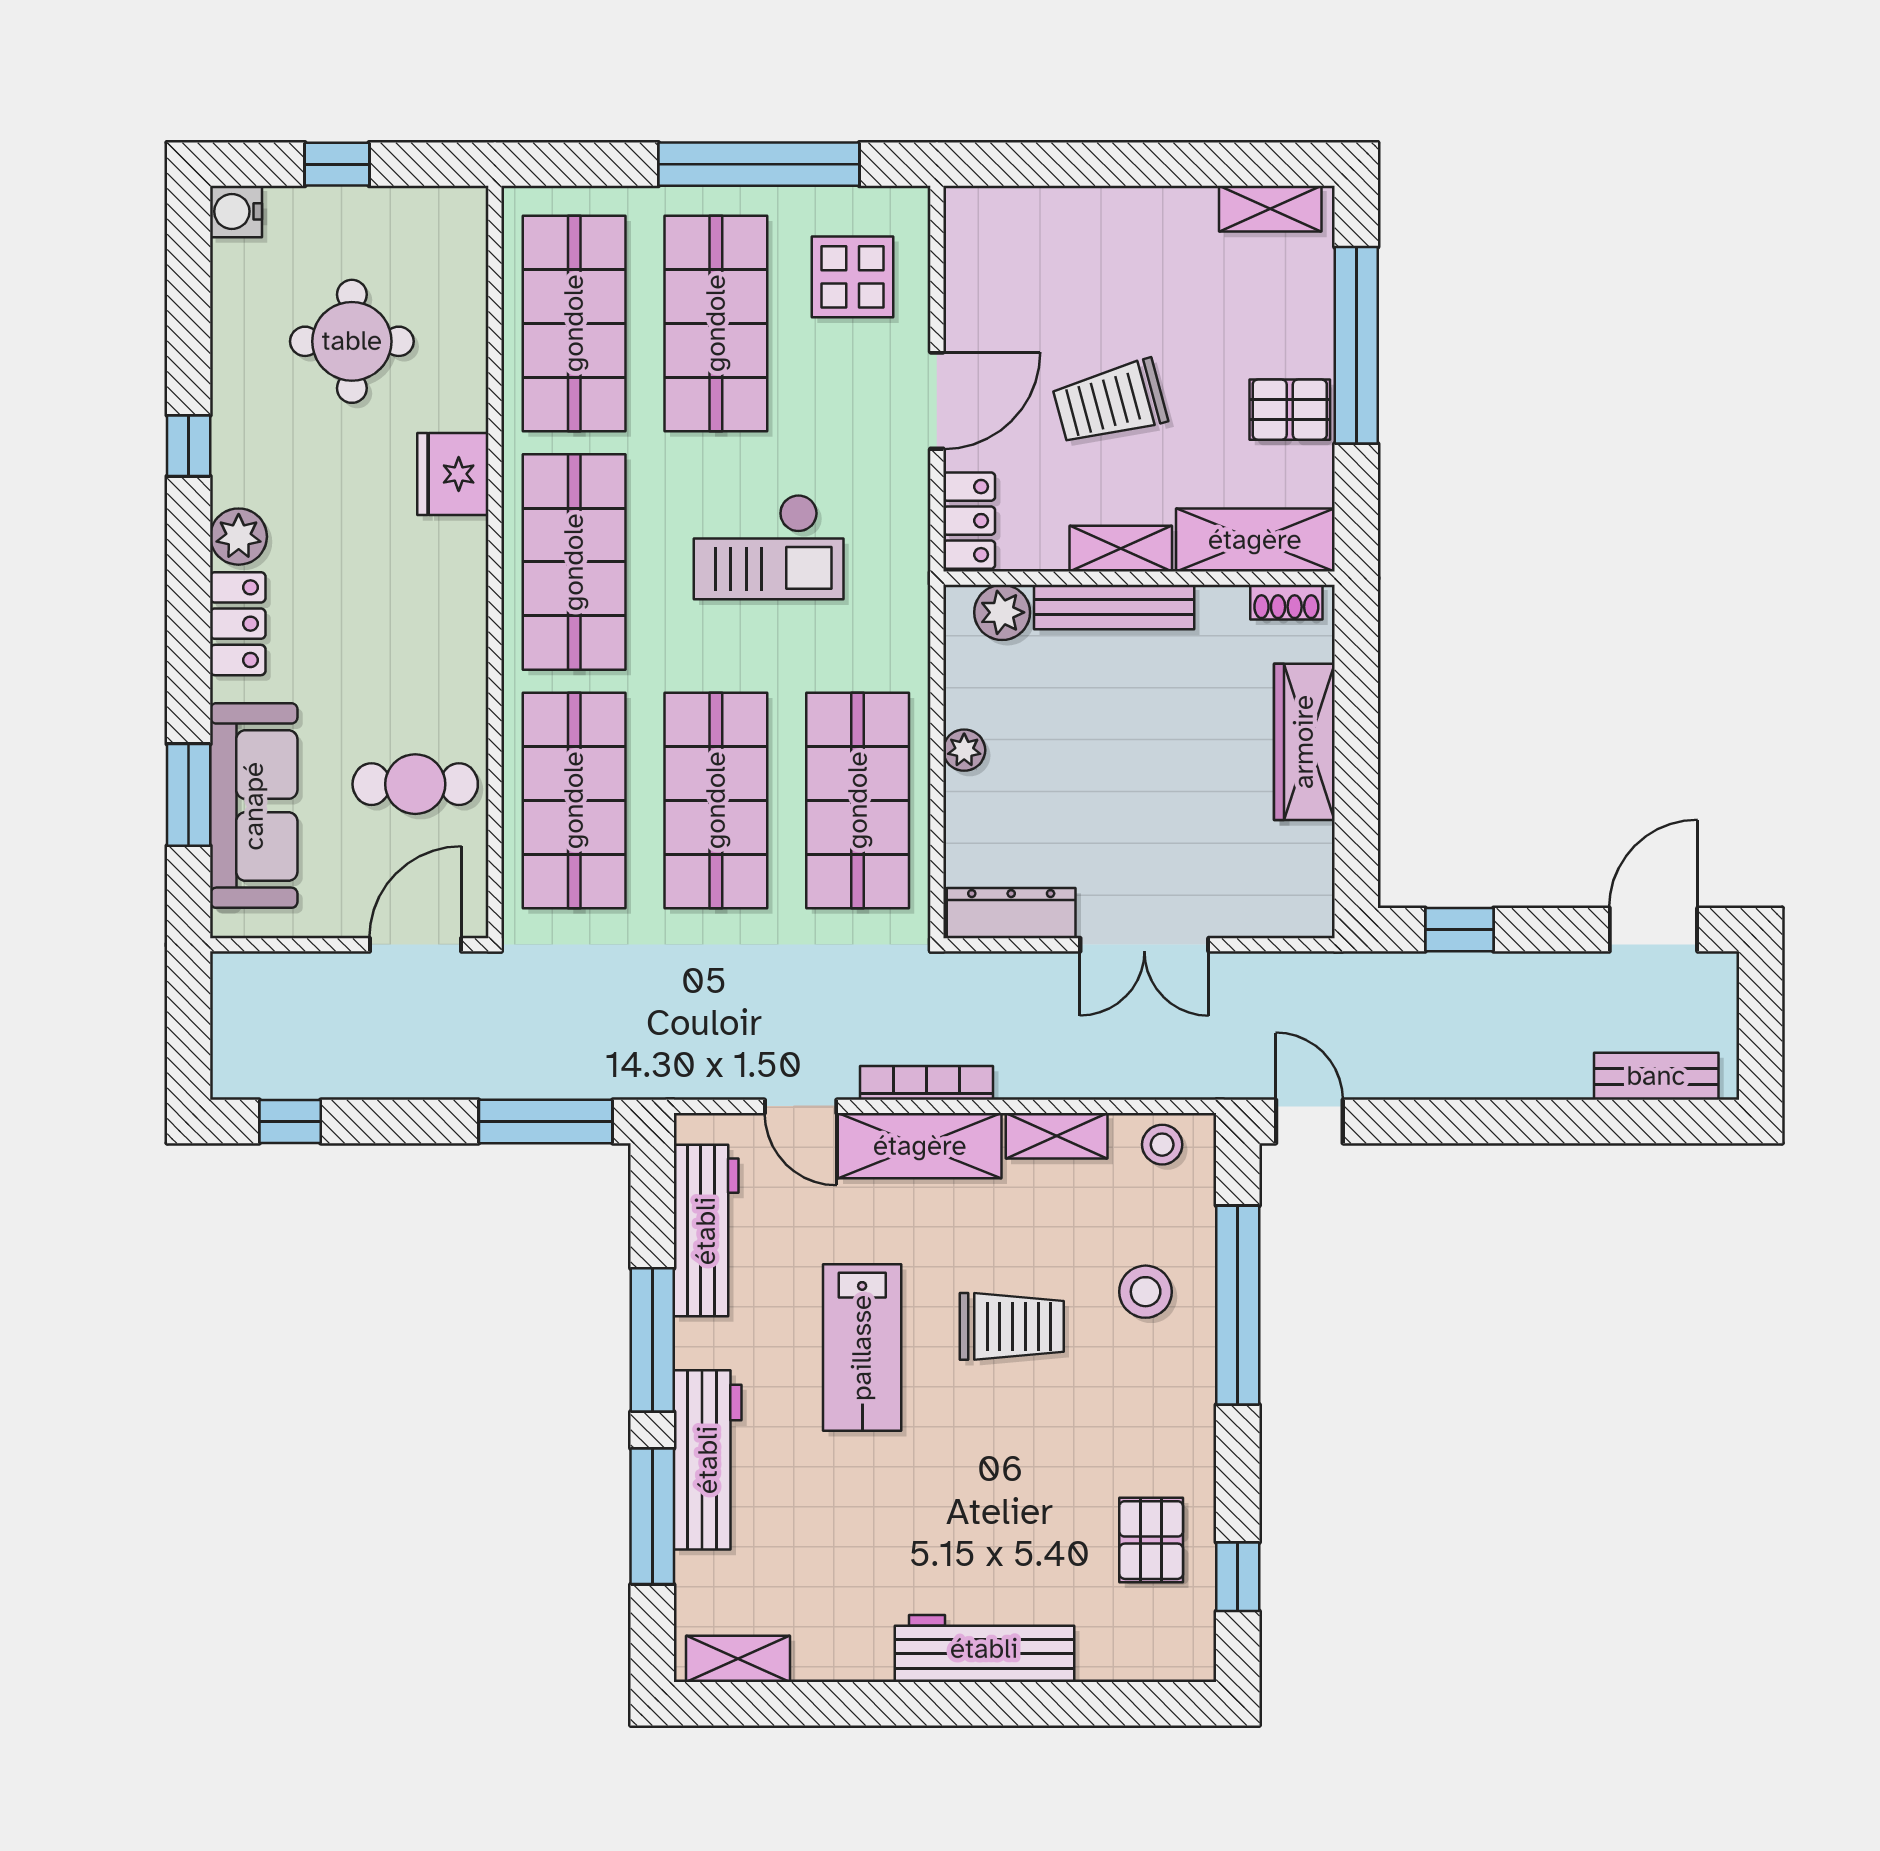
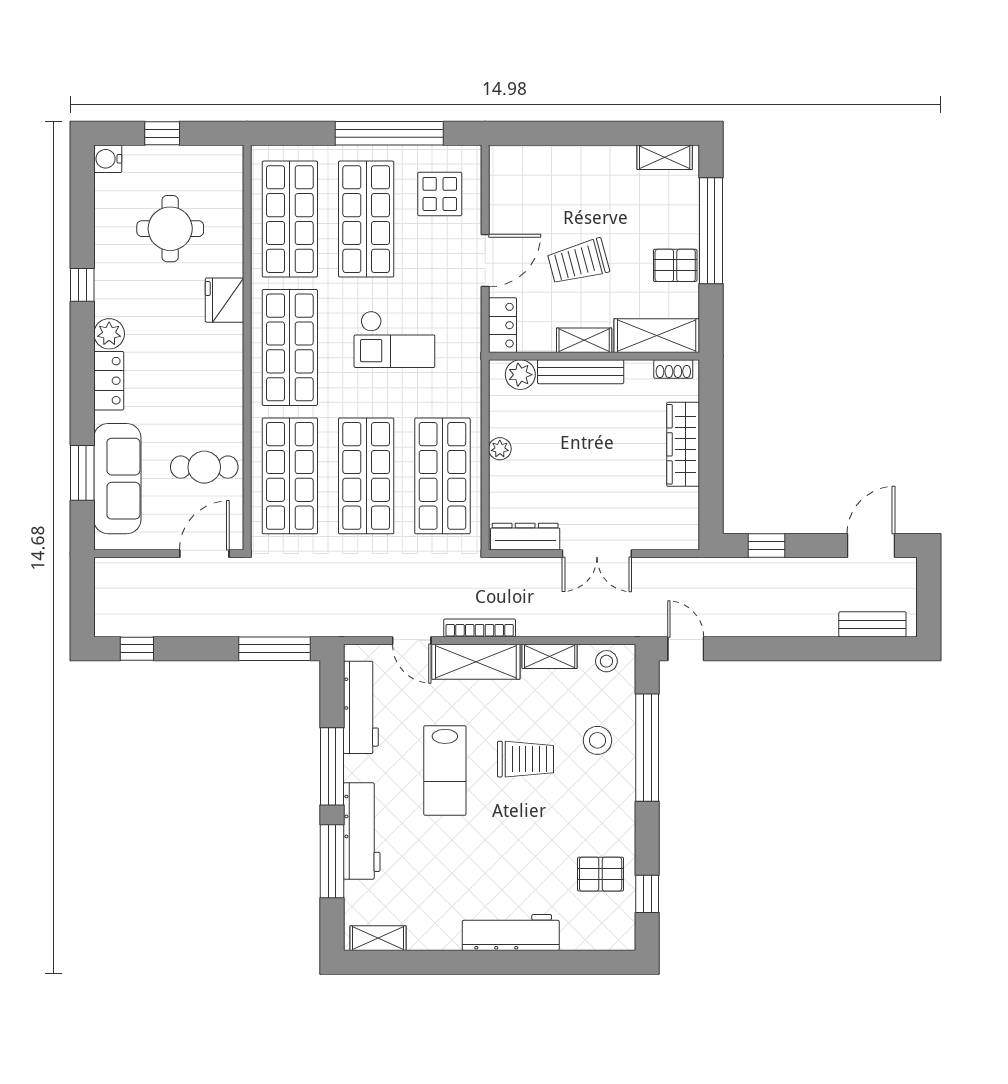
pallet: (1151, 1540) -> (601, 874), turned 90

